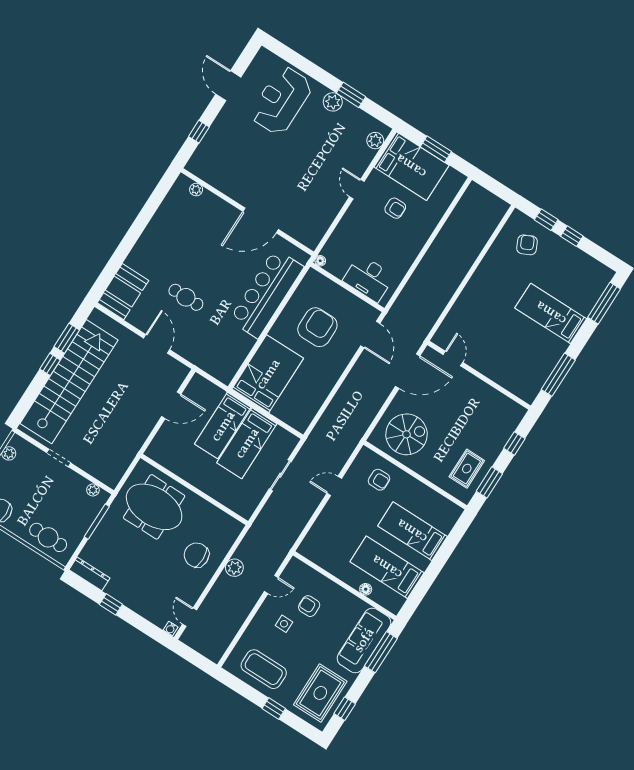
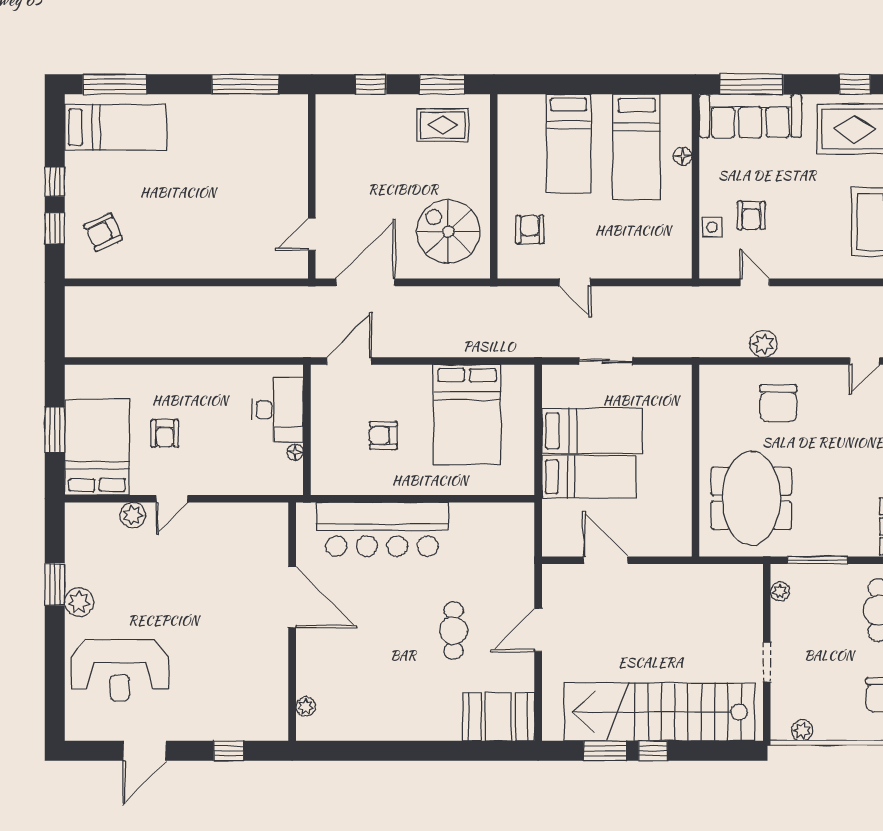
plant: (375, 141) -> (133, 515), moved
armchair: (395, 208) -> (165, 433), turned 180
floor lamp: (320, 261) -> (295, 452), moved
bed: (551, 313) -> (115, 127), moved, turned -90
armchair: (317, 327) -> (383, 435), width x0.53, depth x0.53
door: (408, 371) -> (366, 282), hinge flipped
bed: (268, 374) -> (467, 414), moved, turned -90
side table: (284, 624) -> (712, 227), moved

